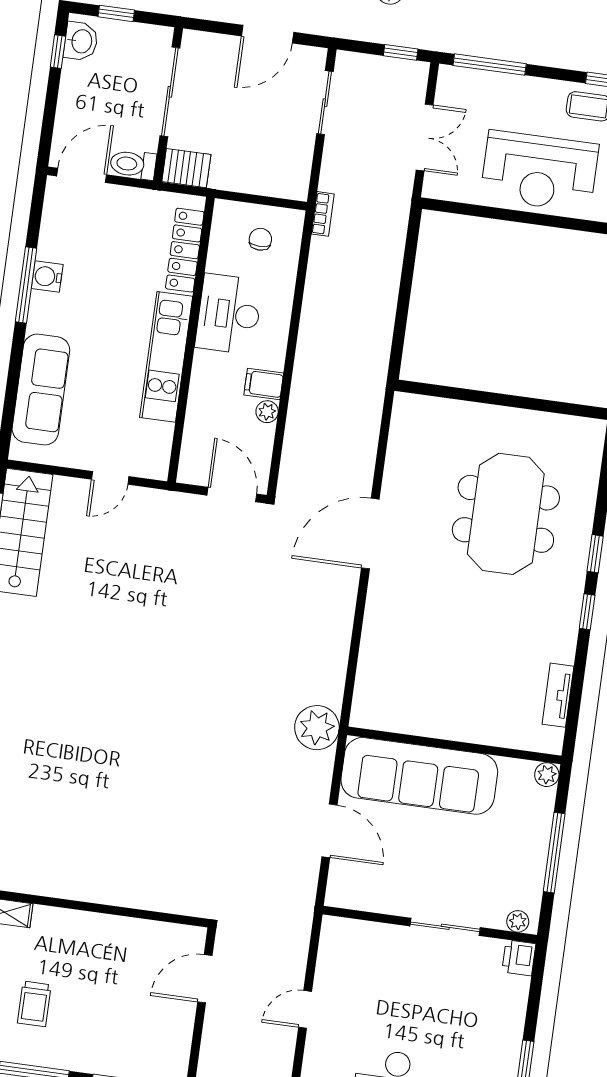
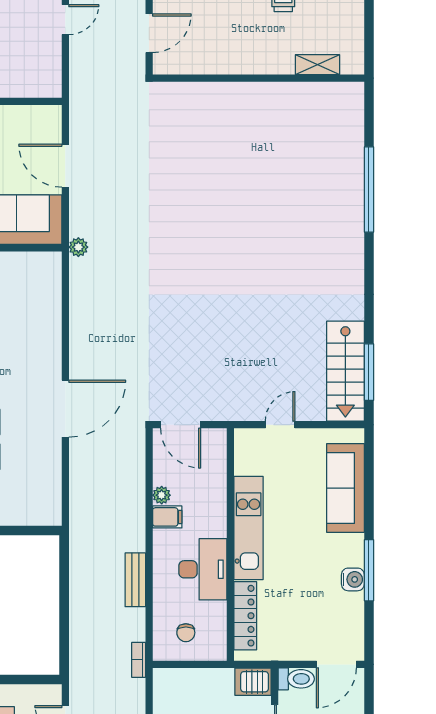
bench: (313, 312) -> (135, 580), added
plant: (317, 728) -> (78, 247), width x0.53, depth x0.53

